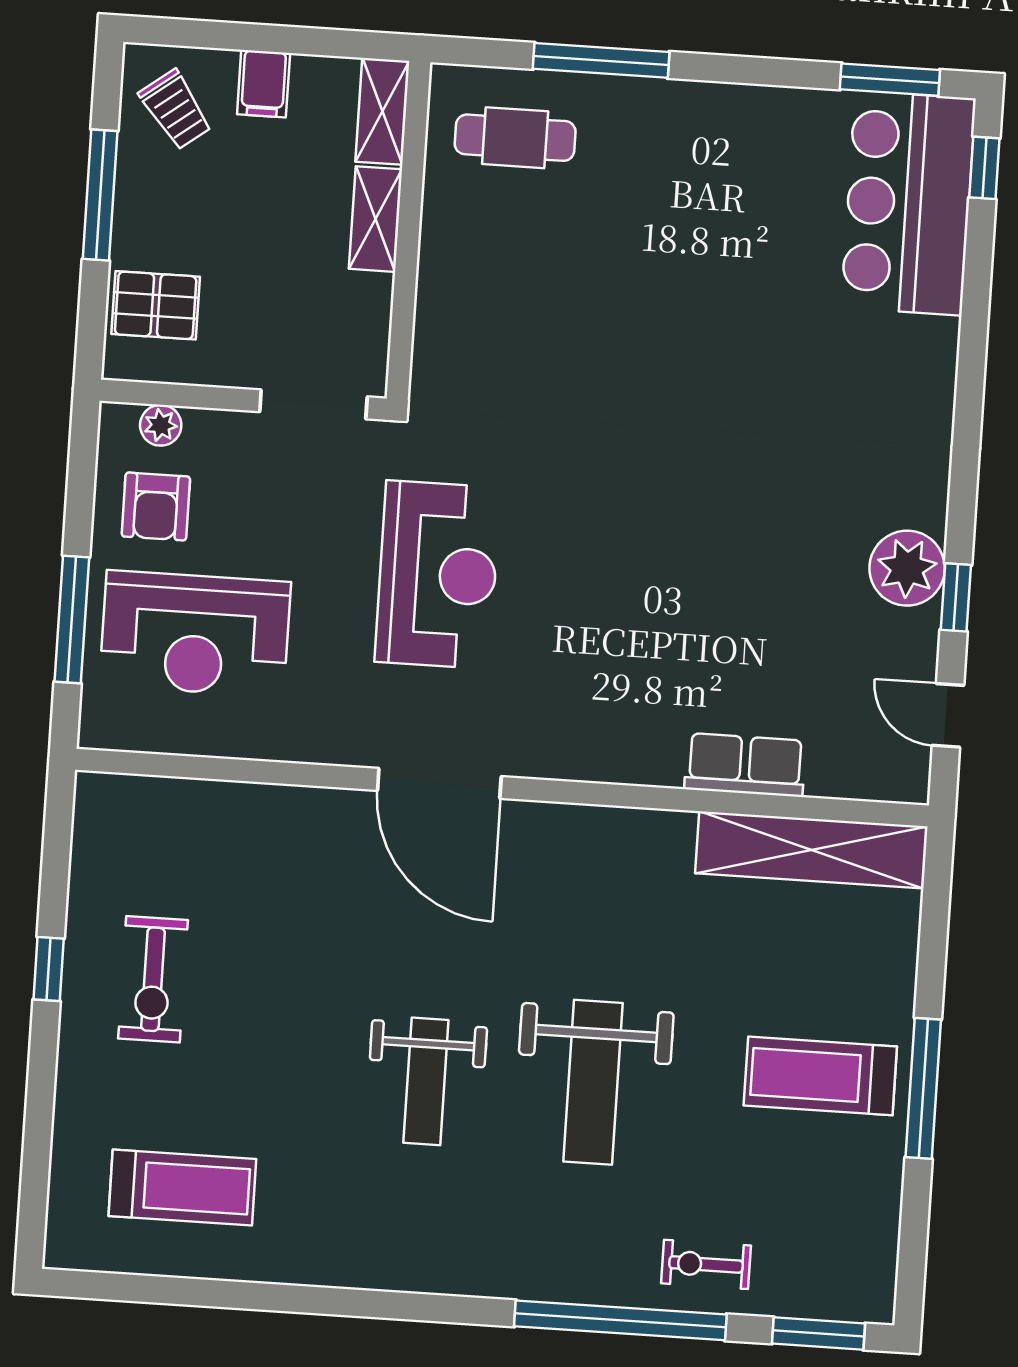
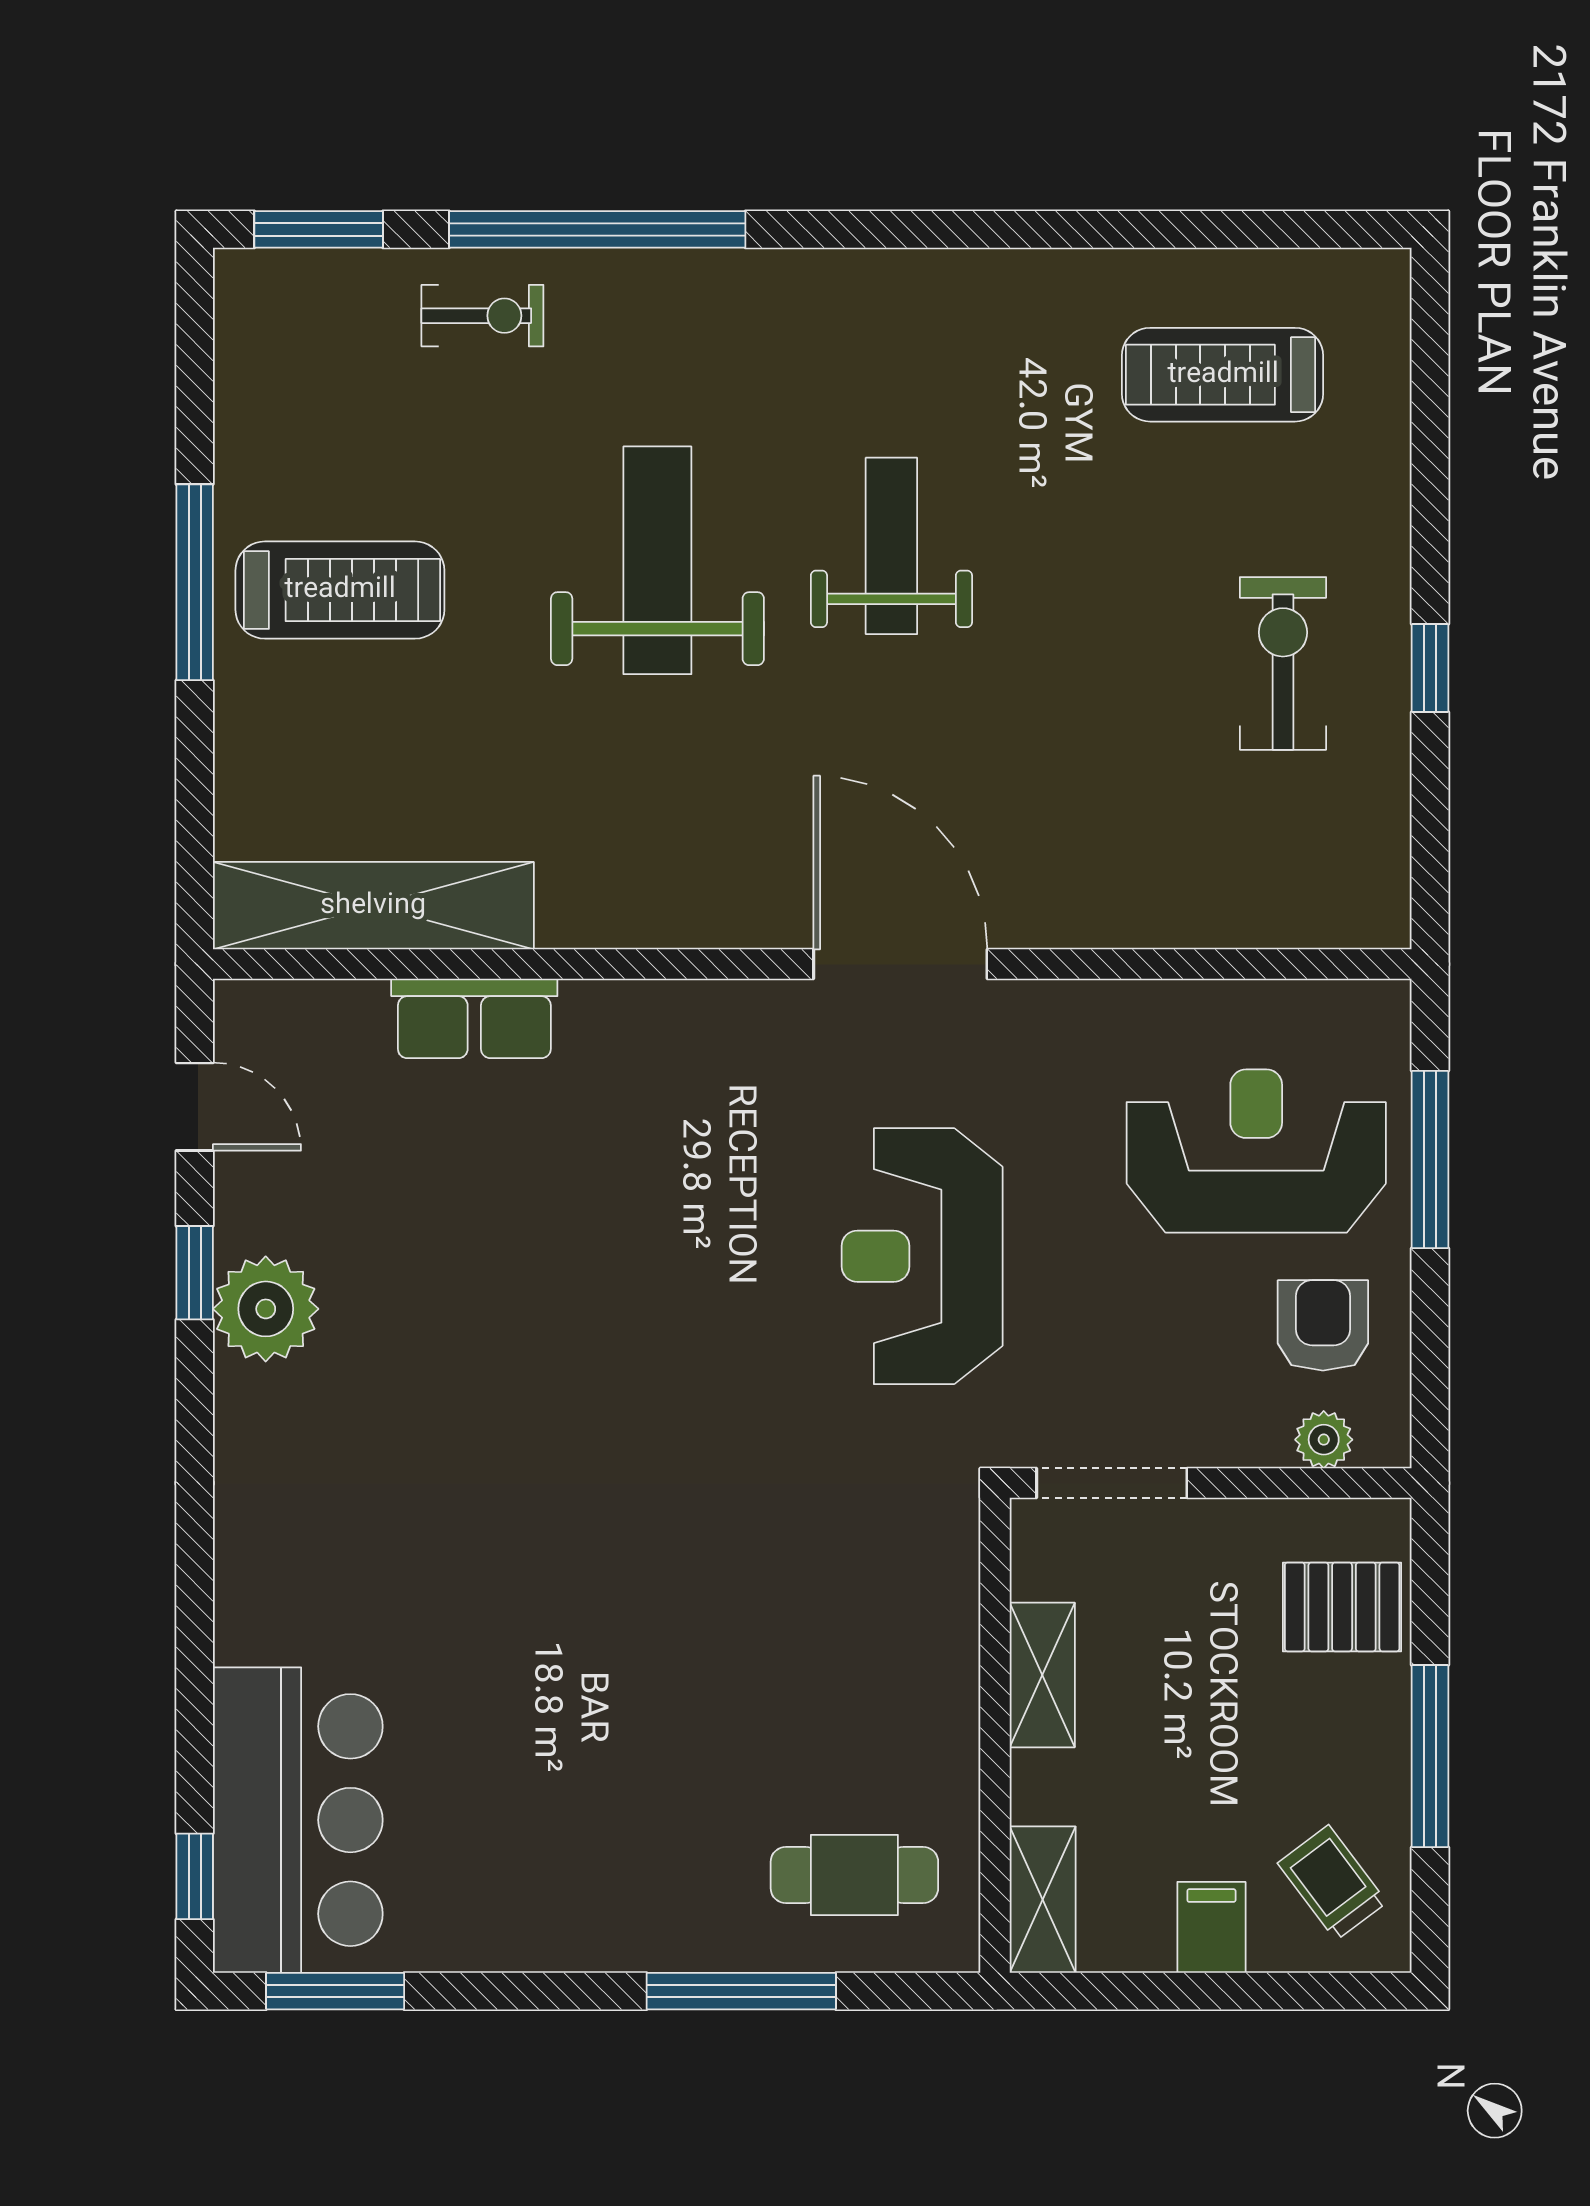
shelving: (375, 219) -> (1042, 1675), moved

